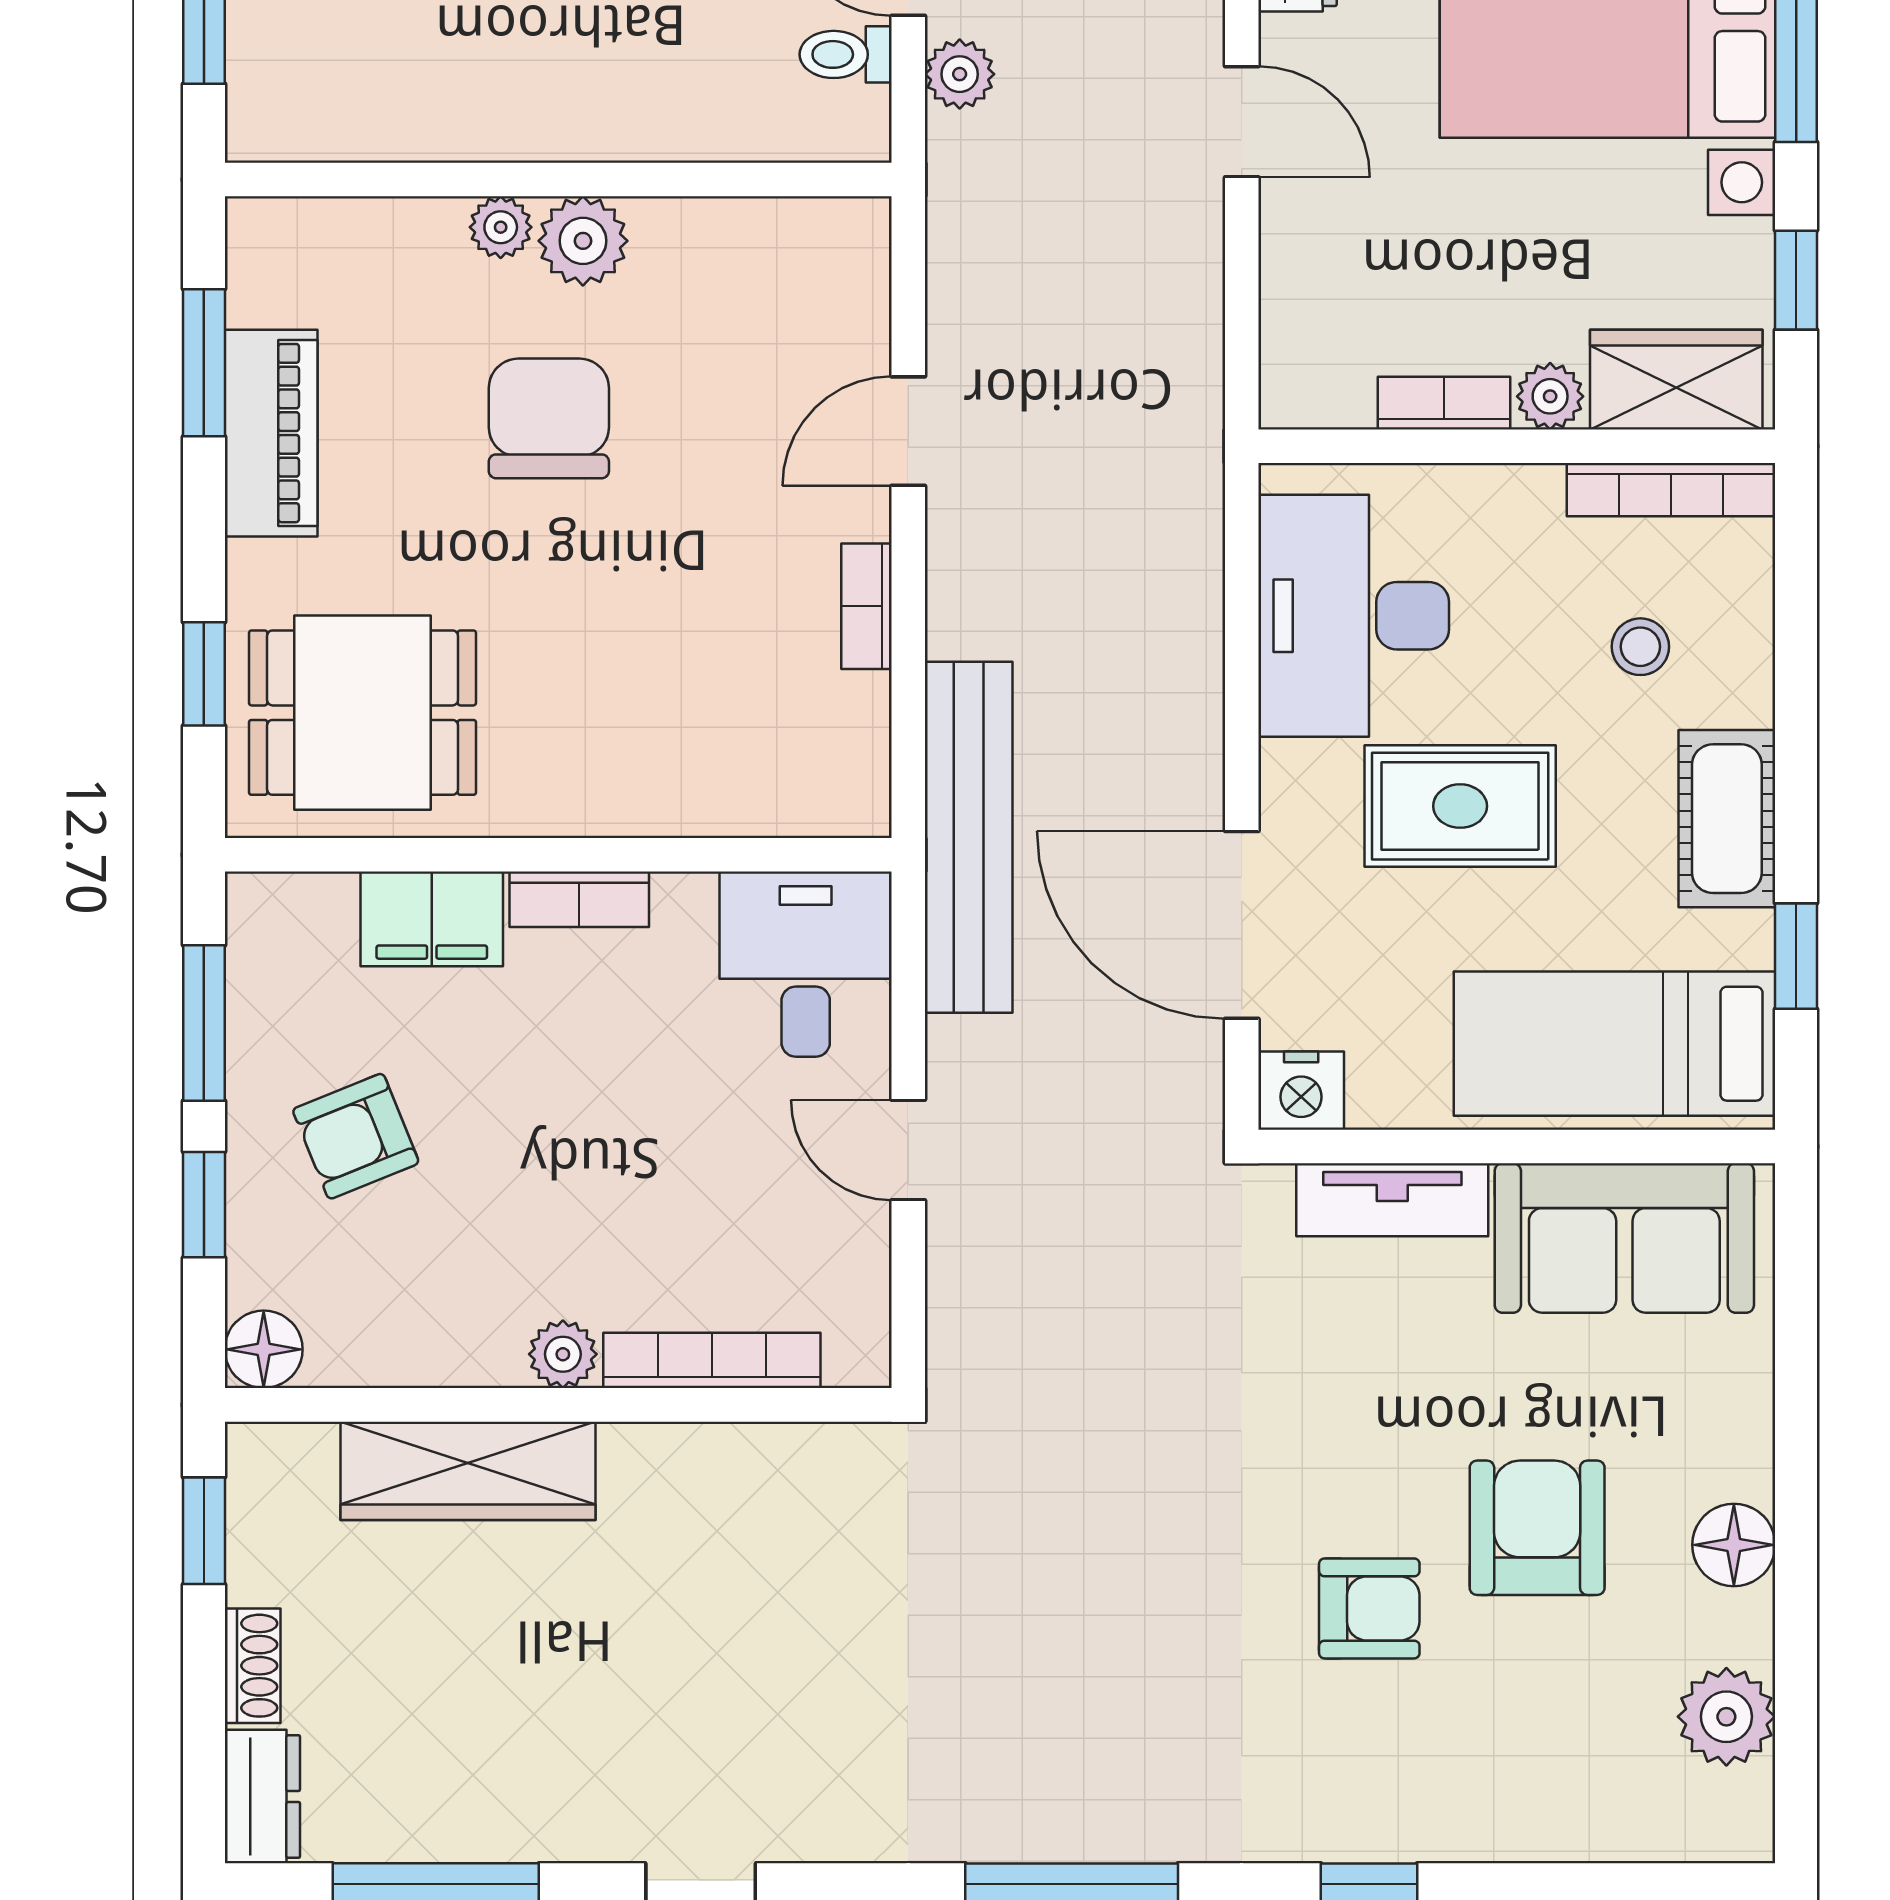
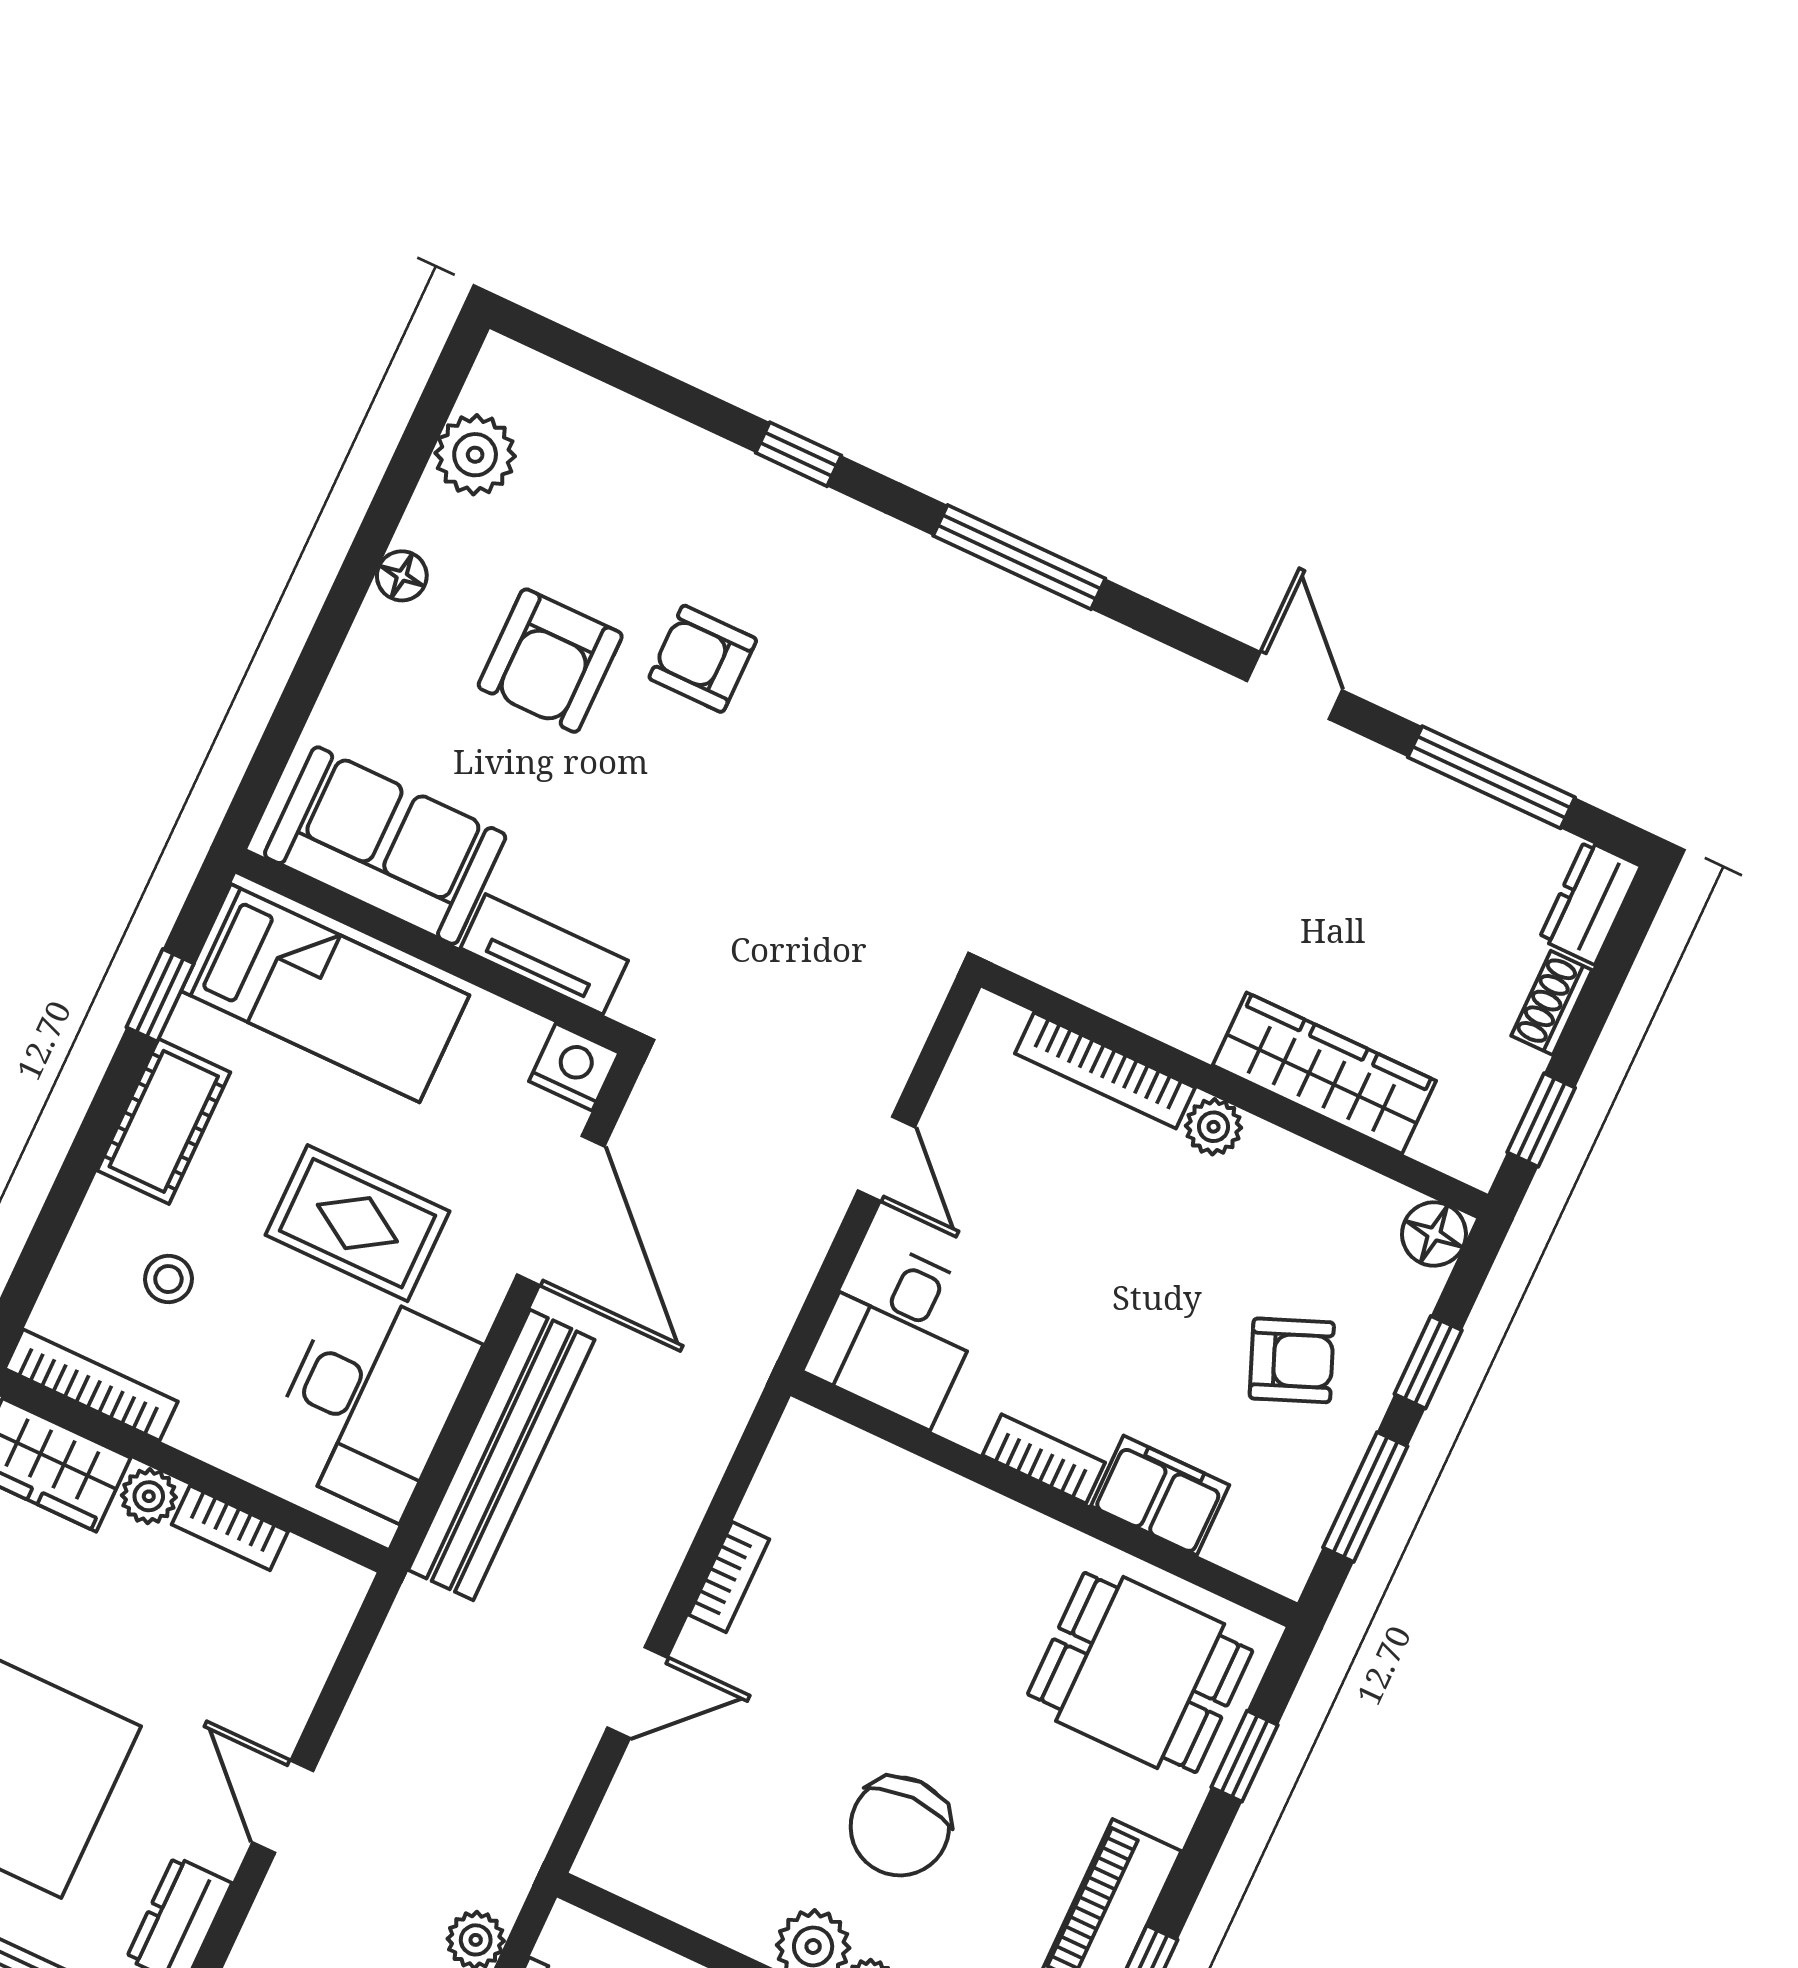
bench: (969, 837) -> (501, 1455), moved
floor lamp: (1734, 1545) -> (402, 576), width x0.73, depth x0.73

